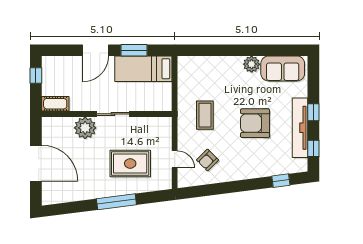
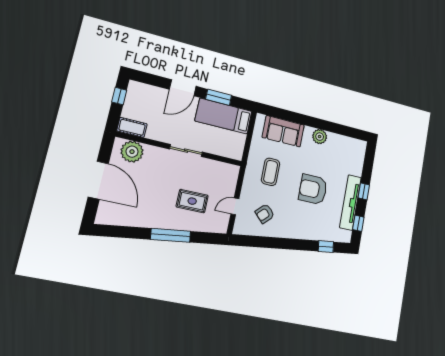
sofa: (283, 68) -> (283, 131), moved
plant: (85, 128) -> (132, 152), moved
door: (175, 159) -> (235, 206), swing flipped
rug: (130, 163) -> (192, 201), width x0.73, depth x0.70

